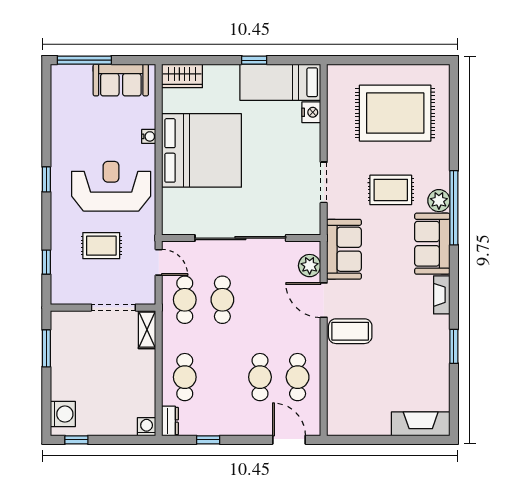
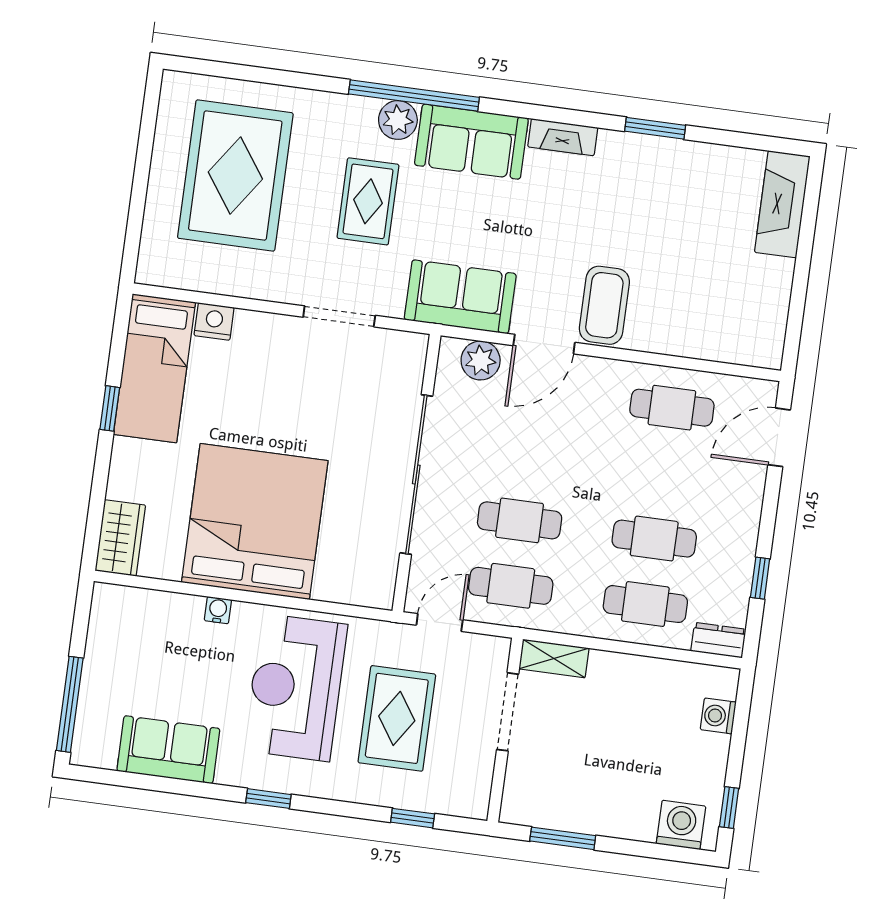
sofa: (121, 80) -> (168, 750), moved, turned -90
rug: (101, 246) -> (397, 718), width x1.36, depth x1.43
cafe table: (260, 377) -> (654, 539), moved
washing machine: (147, 427) -> (718, 716), moved

